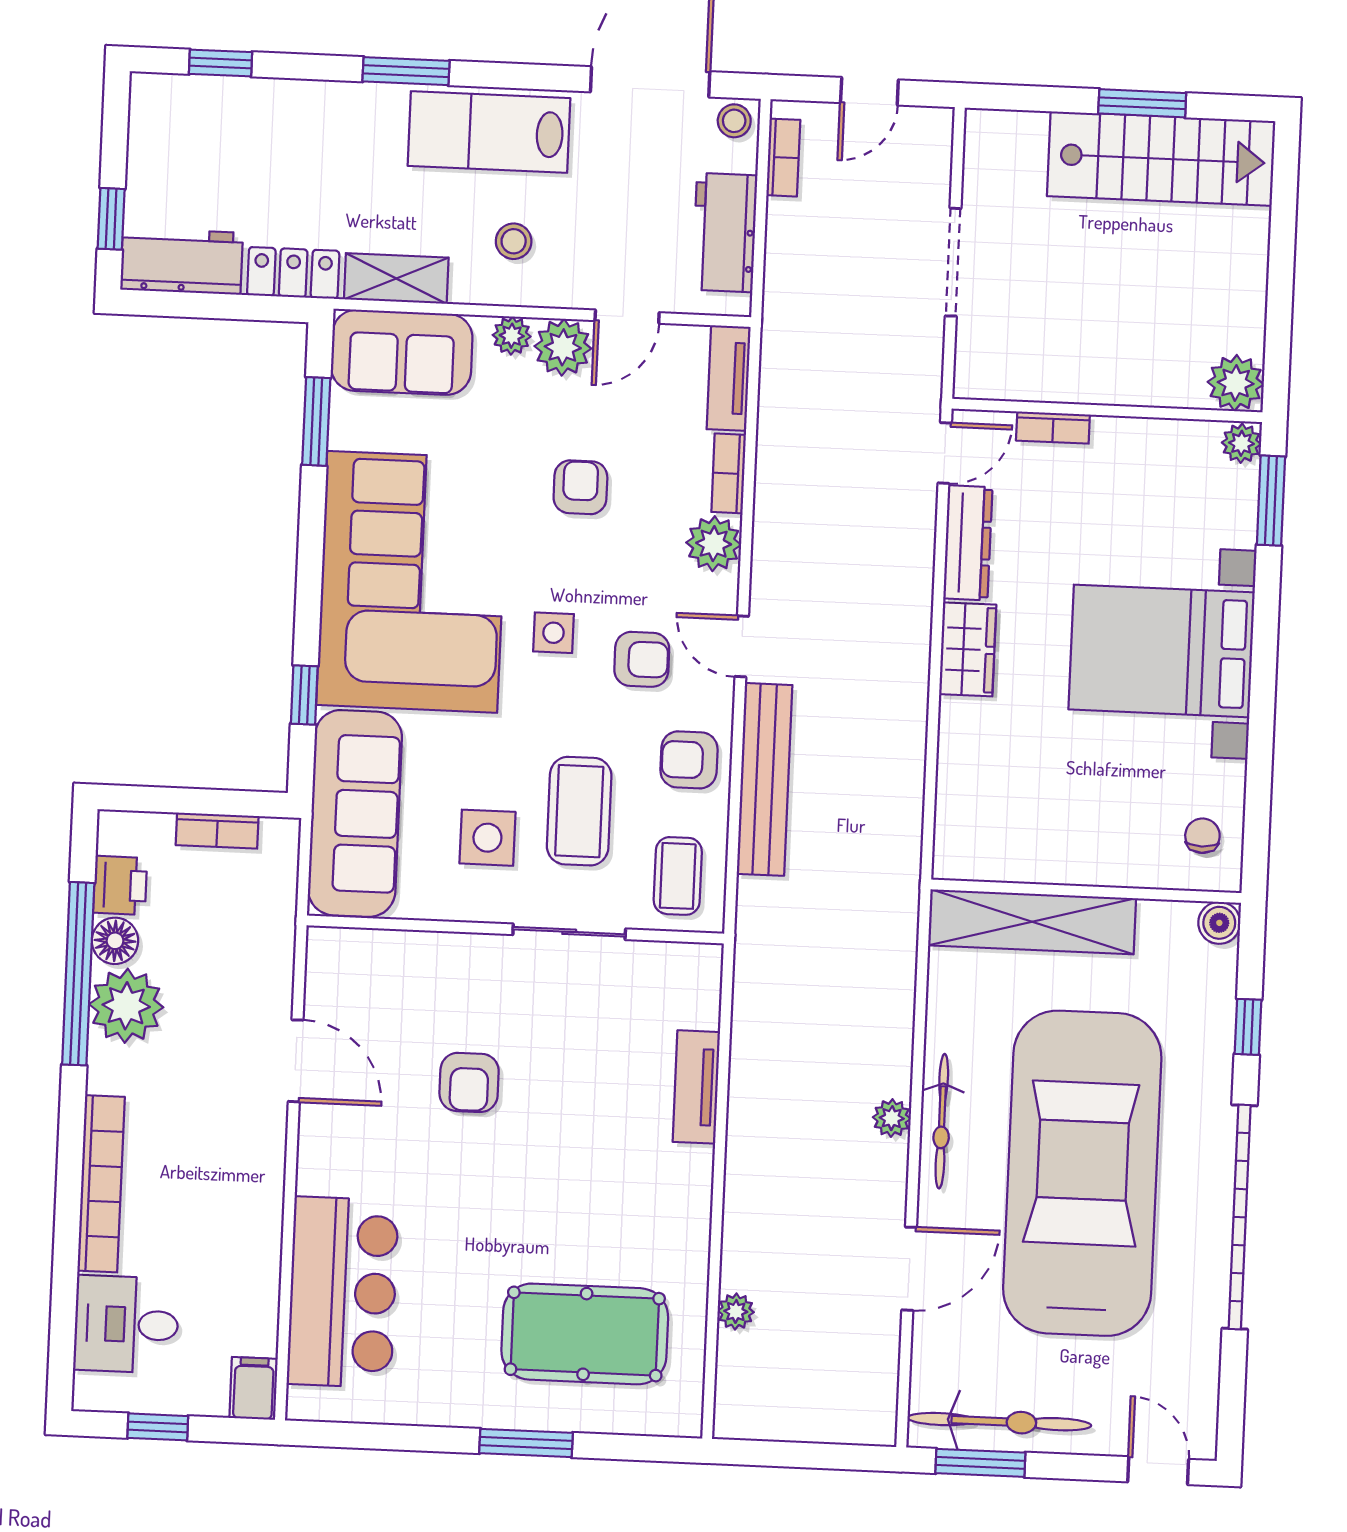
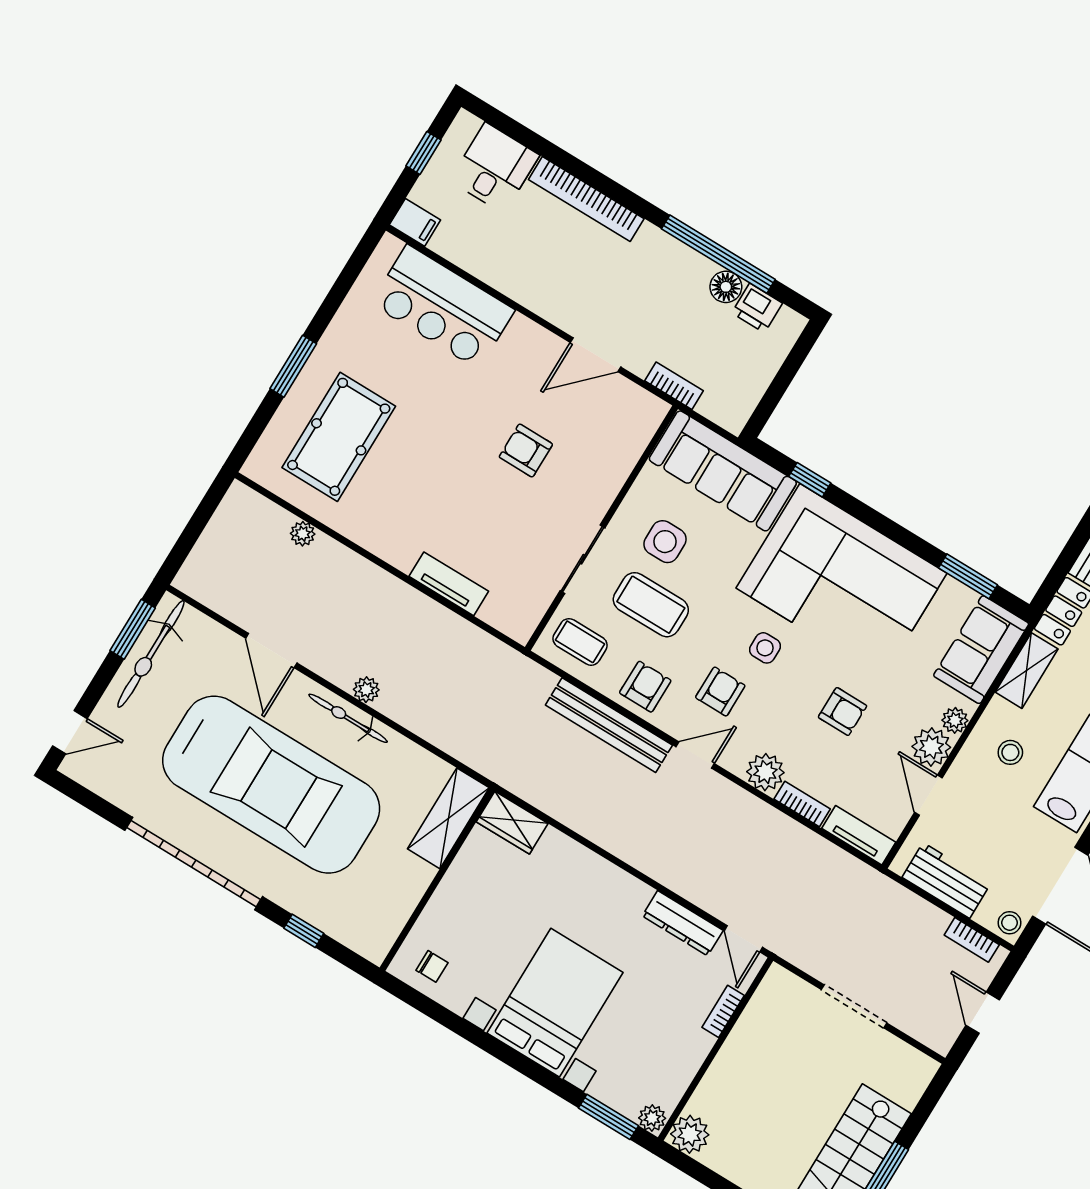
wardrobe: (968, 649) -> (512, 823), moved
armchair: (642, 659) -> (720, 692), turned 180
bookcase: (217, 831) -> (674, 386), moved, turned 90
shelving: (1032, 922) -> (448, 818), width x0.68
boiler: (1219, 923) -> (375, 948), removed
plant: (126, 1006) -> (684, 272), removed

